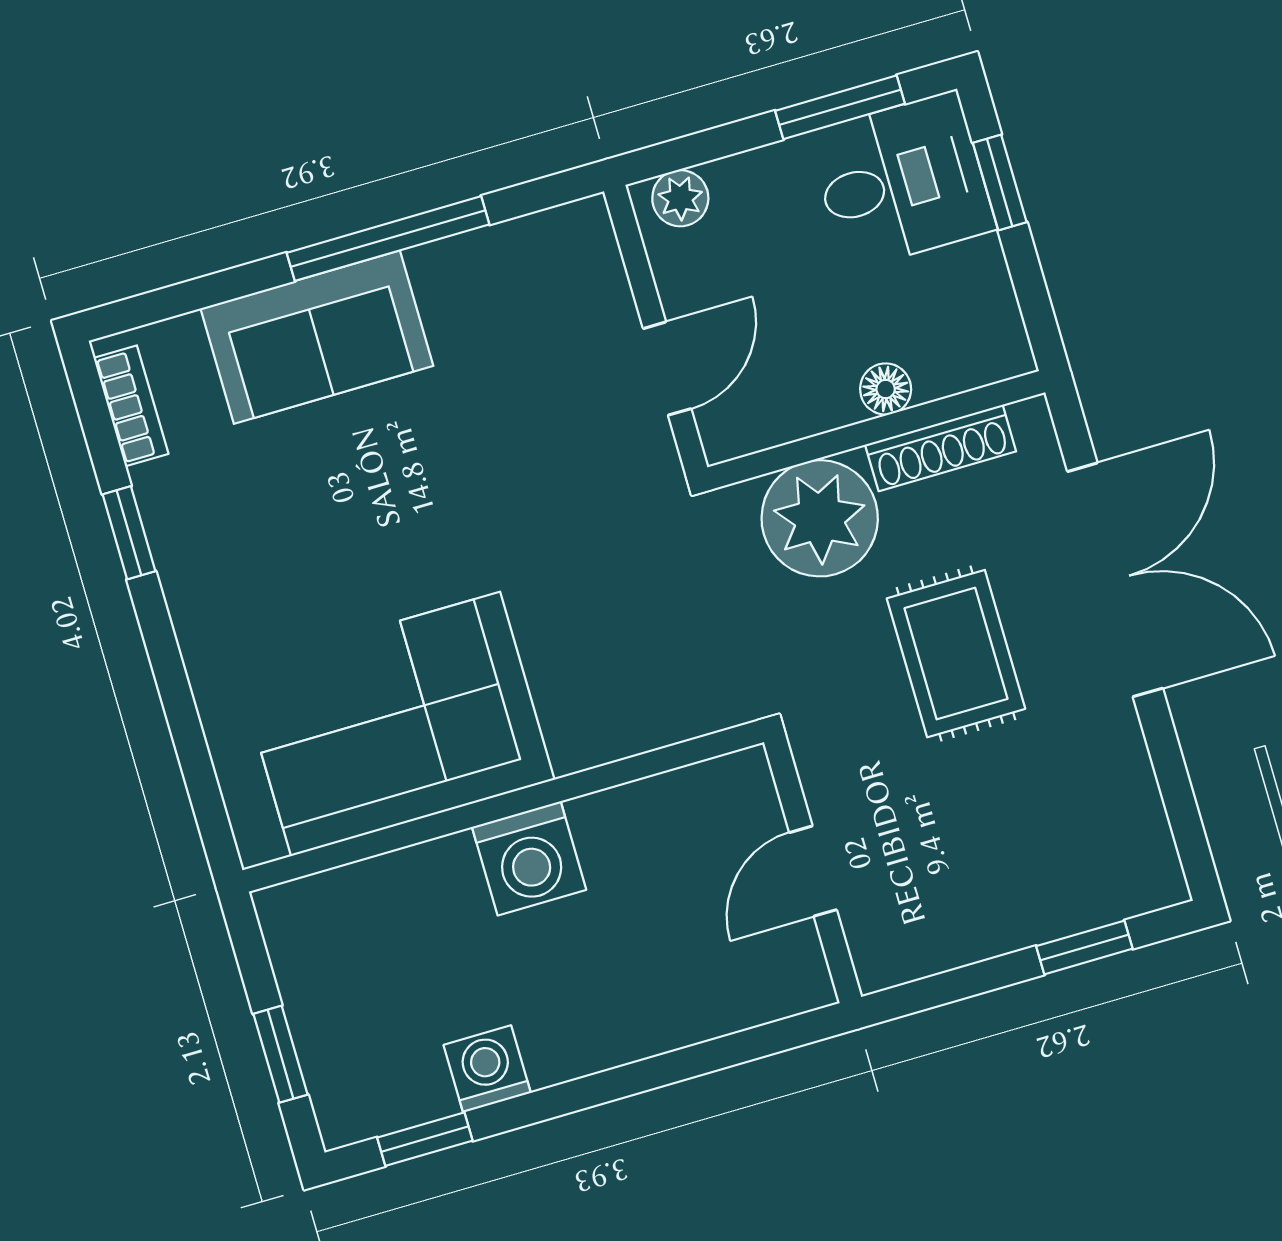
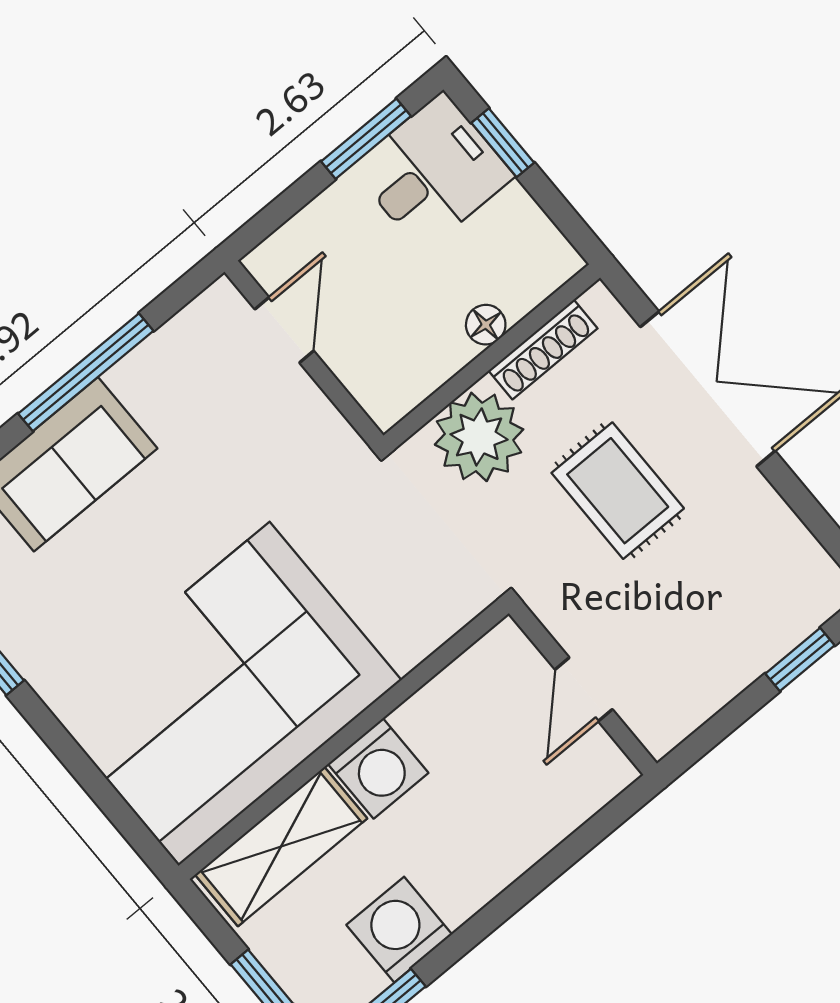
plant: (680, 198) -> (281, 253), removed
door: (667, 369) -> (284, 330), moved
corner sofa: (396, 724) -> (224, 694), width x1.36, depth x1.36
shelving: (374, 901) -> (281, 847), added
washing machine: (487, 1069) -> (399, 930), width x1.38, depth x1.38

